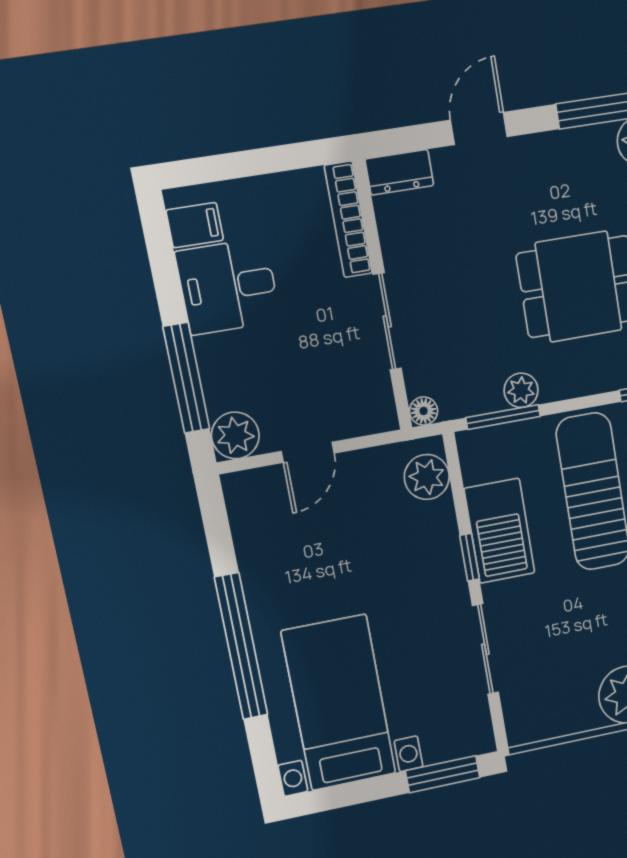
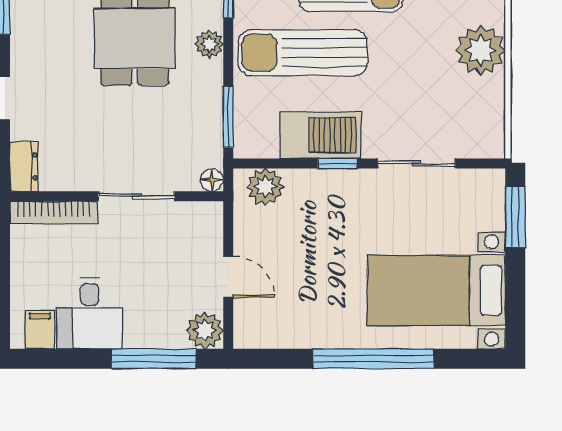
plant: (521, 390) -> (209, 44), moved

